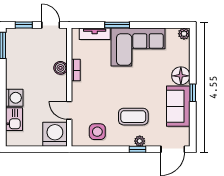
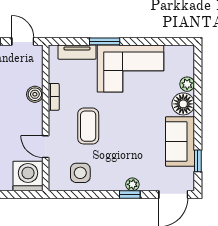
plant: (184, 34) -> (187, 84), moved
window: (193, 93) -> (198, 161), moved
coffee table: (133, 117) -> (88, 126), moved, turned 90

